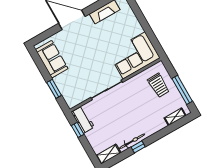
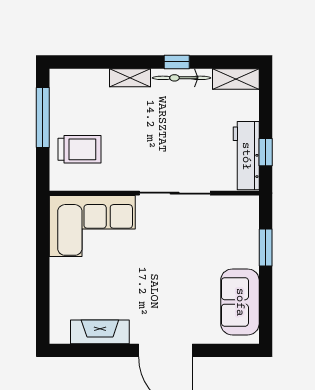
trolley: (158, 85) -> (79, 149), turned 92
shelving: (175, 117) -> (130, 78), moved
workbench: (83, 120) -> (246, 156), width x1.38

